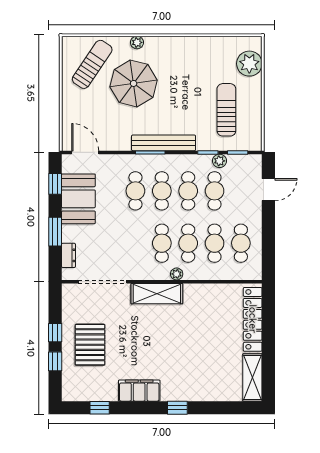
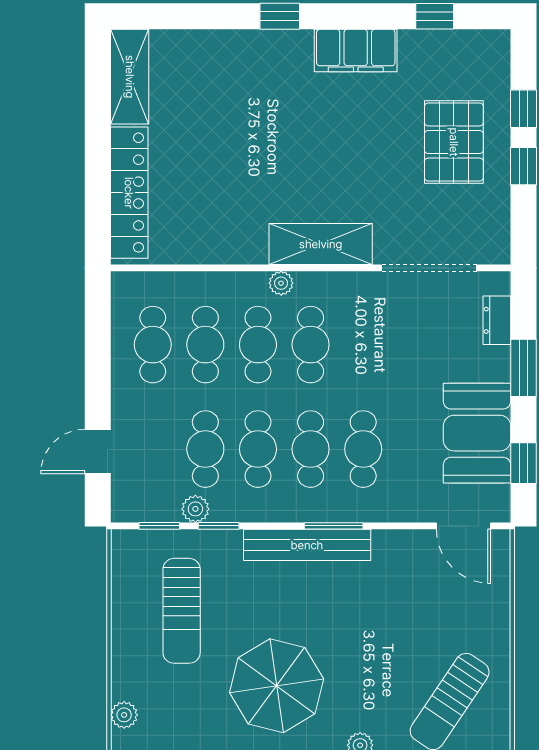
plant: (249, 64) -> (124, 715), width x0.53, depth x0.53
parasol: (134, 83) -> (277, 686), moved

